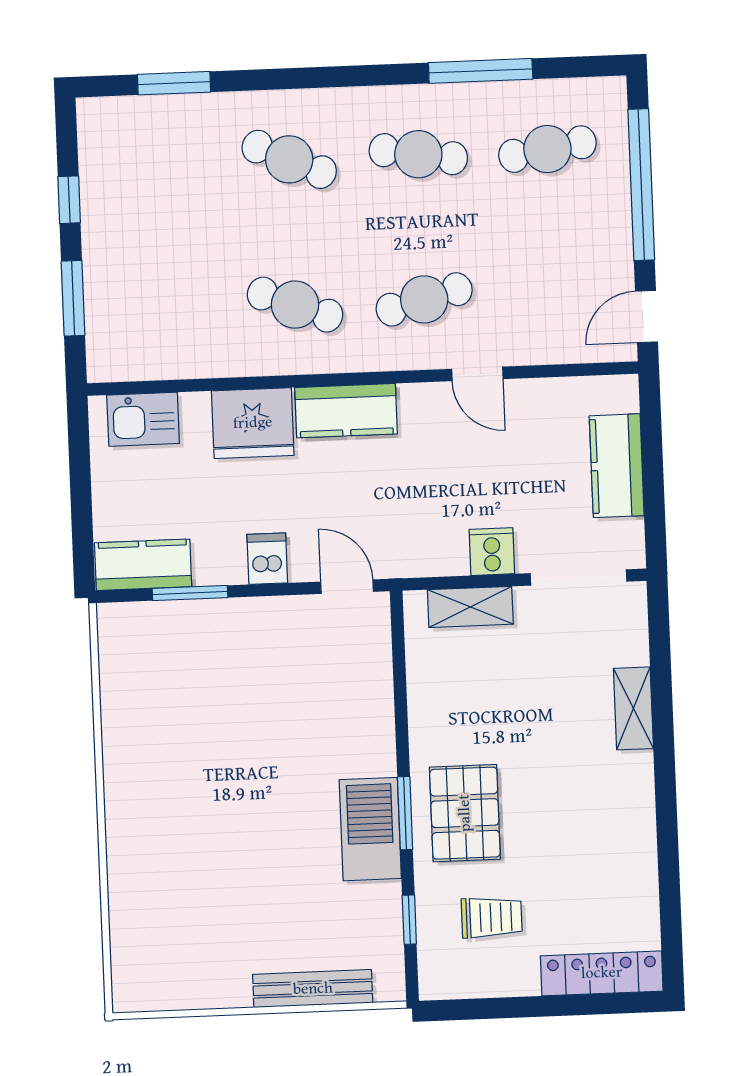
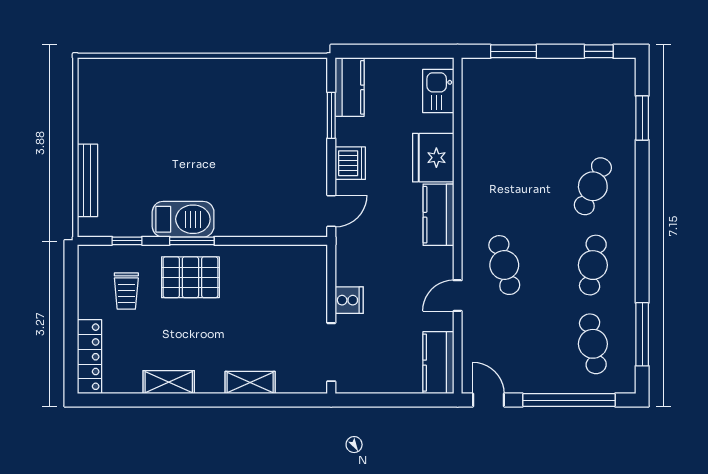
window: (481, 71) -> (642, 334), moved
window: (69, 200) -> (599, 51), moved
cafe table: (295, 305) -> (504, 186), removed
kitchen counter: (617, 466) -> (438, 363), moved, turned -90
dishwasher: (267, 559) -> (350, 163), width x1.38
shelving: (470, 607) -> (169, 382), moved, turned 90

